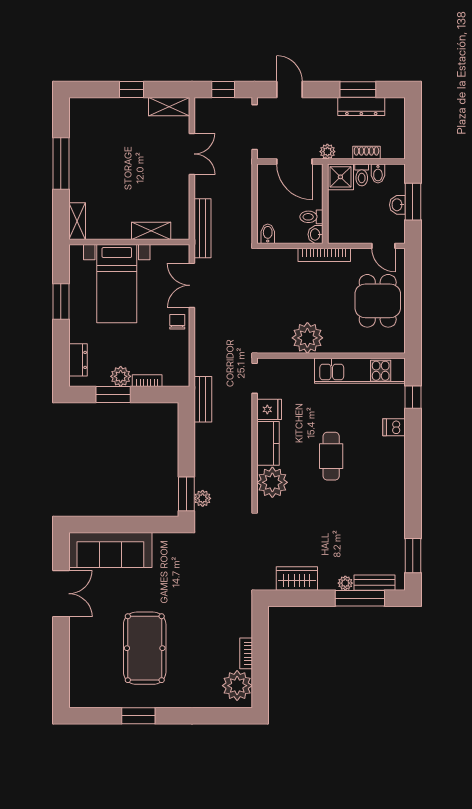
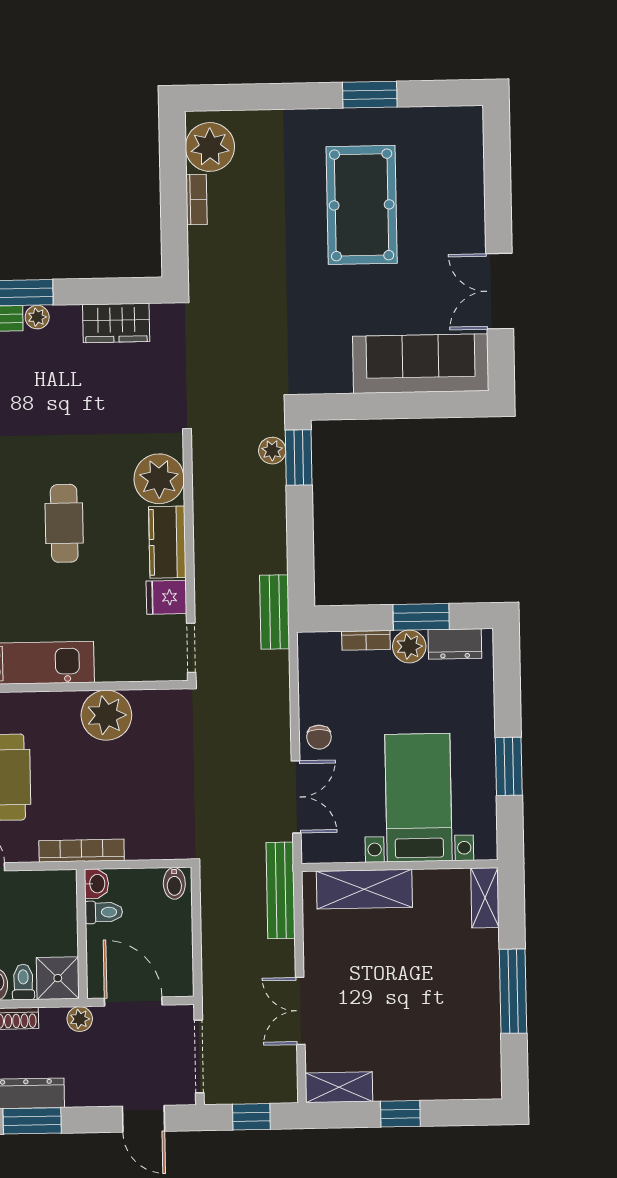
shelving: (151, 231) -> (364, 889), width x1.50, depth x1.33
dresser: (78, 360) -> (455, 644), moved, turned -90

